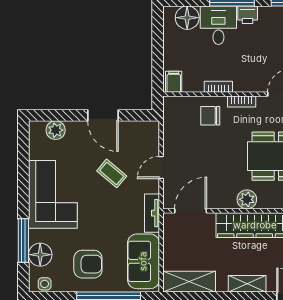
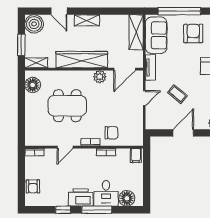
printer: (248, 15) -> (81, 197), width x1.87, depth x1.48
door: (103, 115) -> (183, 133), hinge flipped
plant: (247, 199) -> (100, 77), moved
armchair: (88, 264) -> (193, 33), turned 90
shelving: (189, 282) -> (136, 32), moved, turned 90

